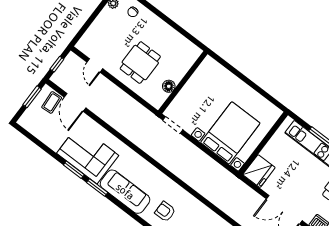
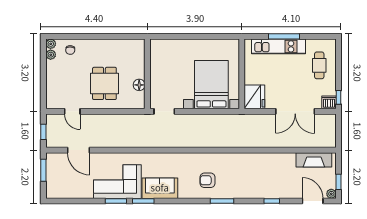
coffee table: (52, 102) -> (61, 163), removed
sofa: (125, 192) -> (160, 188), width x0.73

